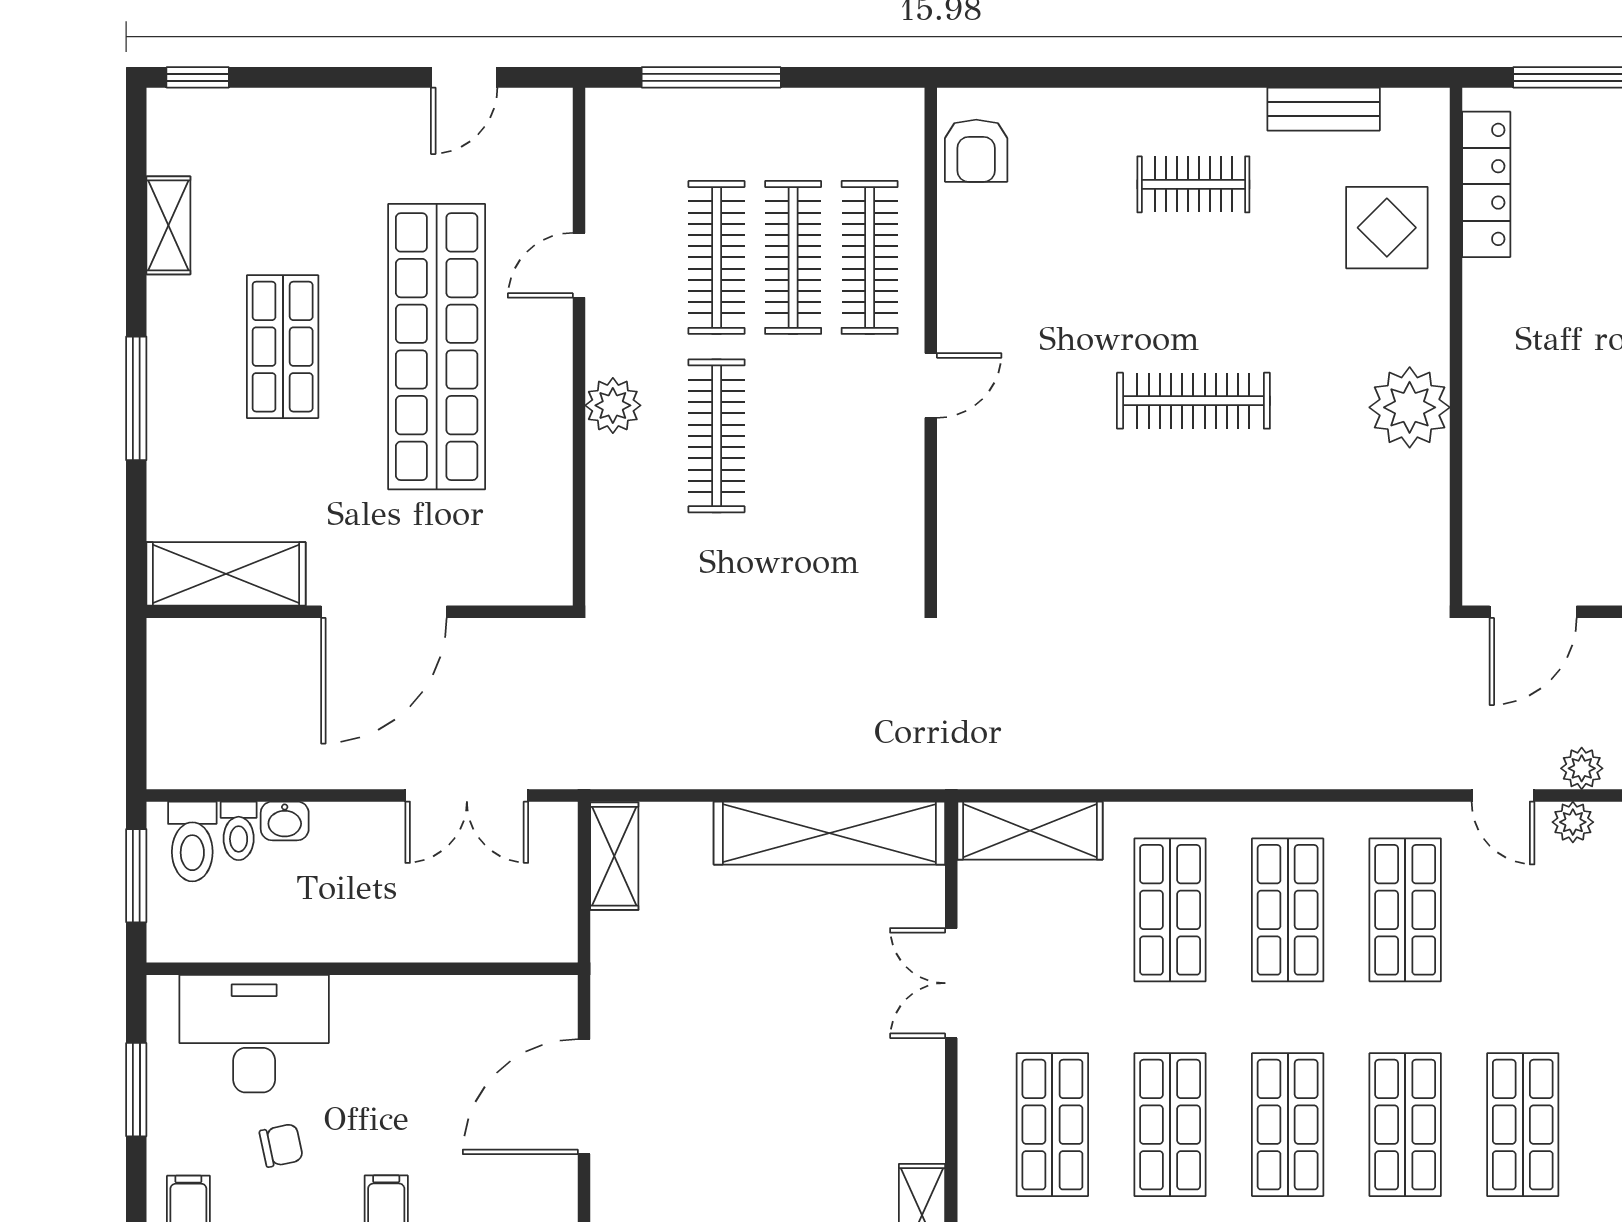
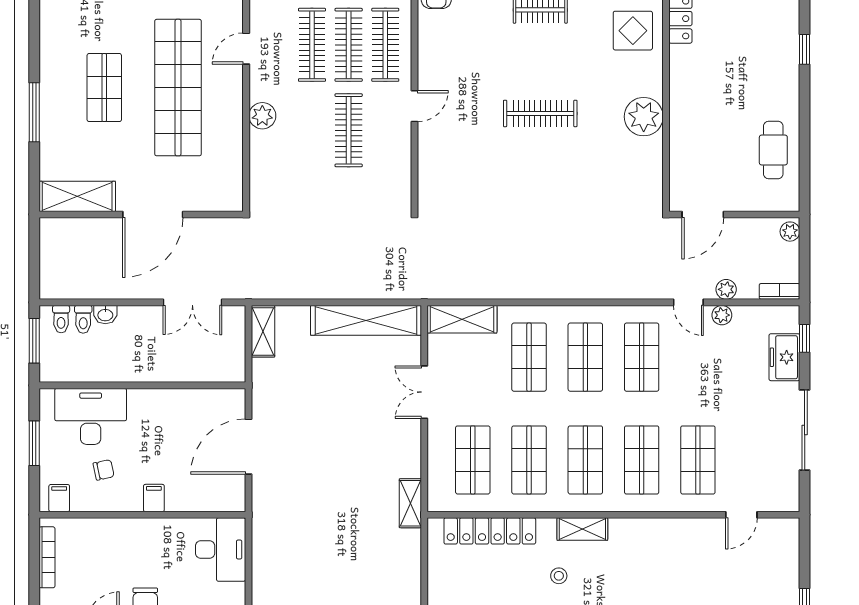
shelving: (168, 225) -> (50, 30), removed
clothes rail: (717, 436) -> (349, 130), moved
toilet: (192, 841) -> (61, 319), width x0.73, depth x0.72

